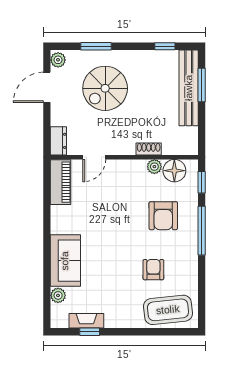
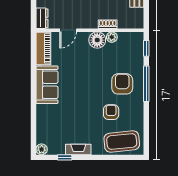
floor lamp: (174, 171) -> (97, 40), moved
armchair: (163, 216) -> (122, 84), moved, turned 180
sofa: (65, 261) -> (47, 85), moved
plant: (58, 295) -> (42, 149), moved
fireplace: (86, 321) -> (78, 149), moved

